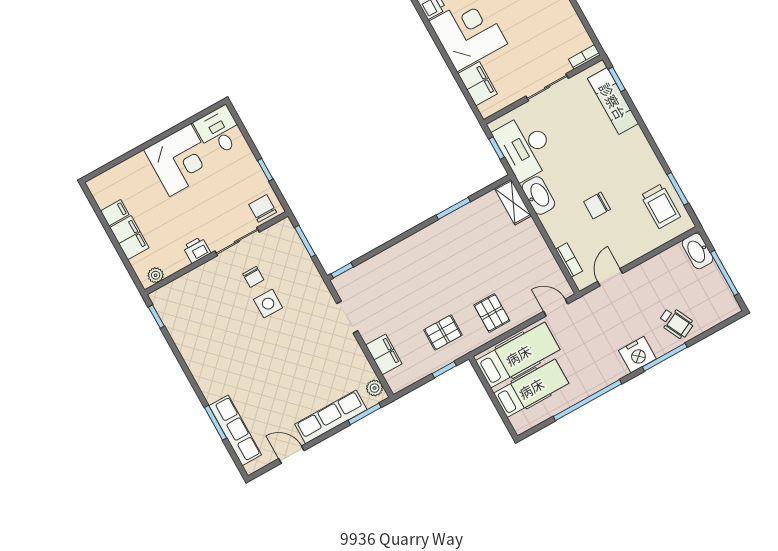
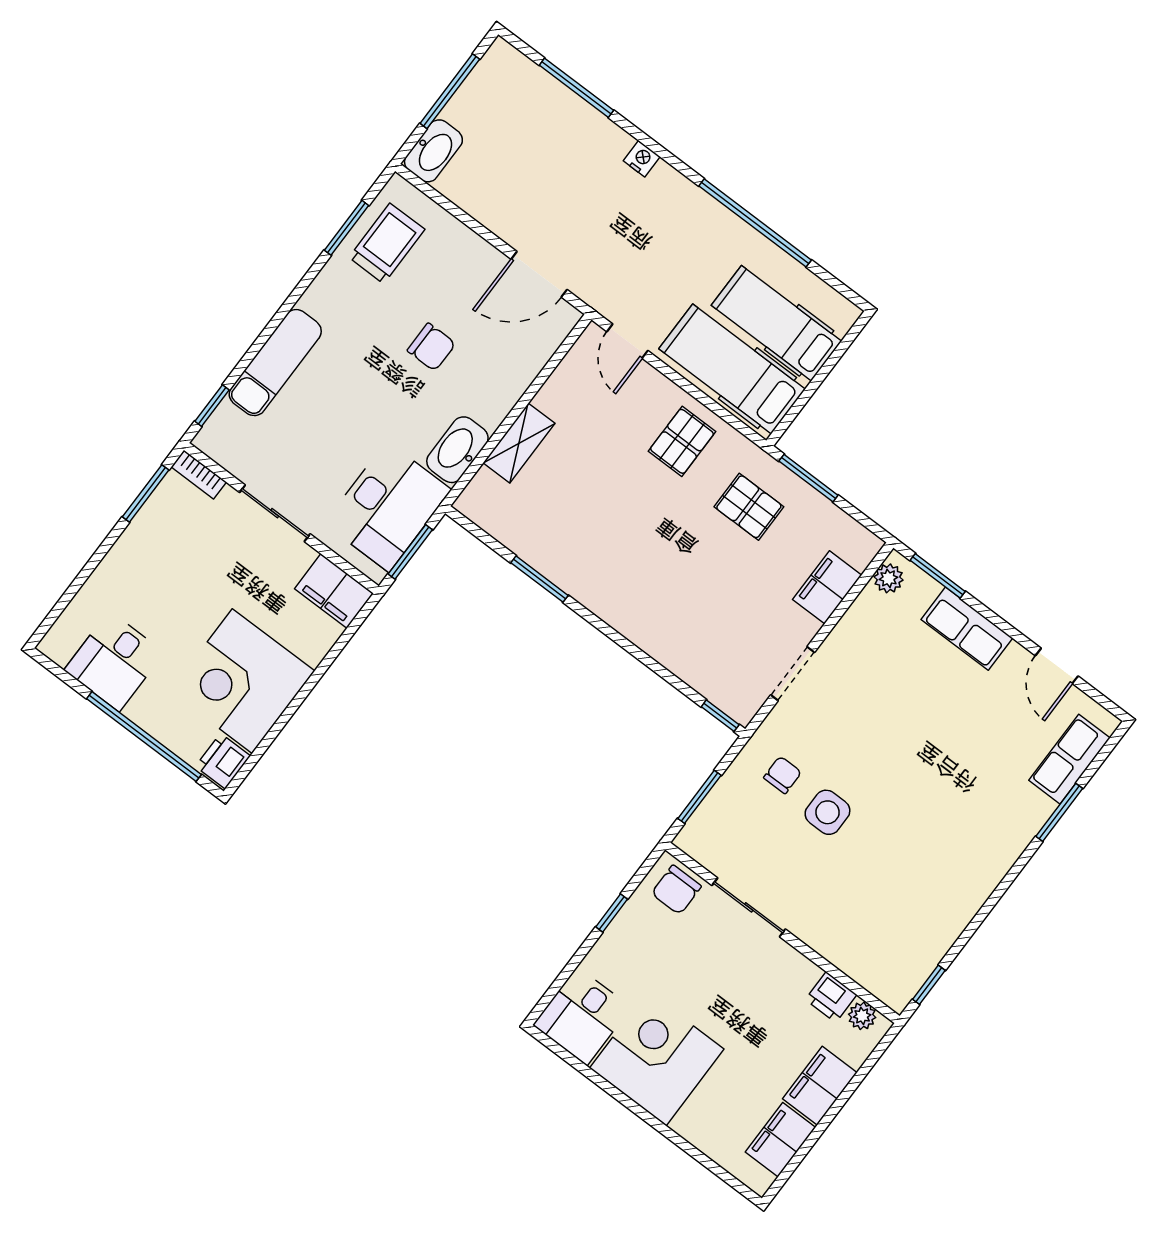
window: (587, 25) -> (146, 493), added
filing cabinet: (478, 84) -> (334, 591), moved, turned -90
exam couch: (613, 101) -> (275, 363), moved
window: (497, 148) -> (410, 552), width x1.50
shelving: (513, 202) -> (519, 443), moved
filing cabinet: (115, 213) -> (780, 1140), width x2.00
printer: (197, 250) -> (831, 997), moved
bookcase: (569, 260) -> (540, 354), removed
chair: (253, 277) -> (783, 775), moved
door: (610, 277) -> (539, 274), width x1.38
wheelchair: (676, 323) -> (566, 134), removed
nightstand: (637, 355) -> (642, 159), width x0.53, depth x0.56
window: (665, 357) -> (576, 88), moved
window: (444, 370) -> (808, 478), width x1.50
row of seats: (331, 417) -> (967, 629), width x0.68
row of seats: (235, 430) -> (1069, 759), width x0.68

